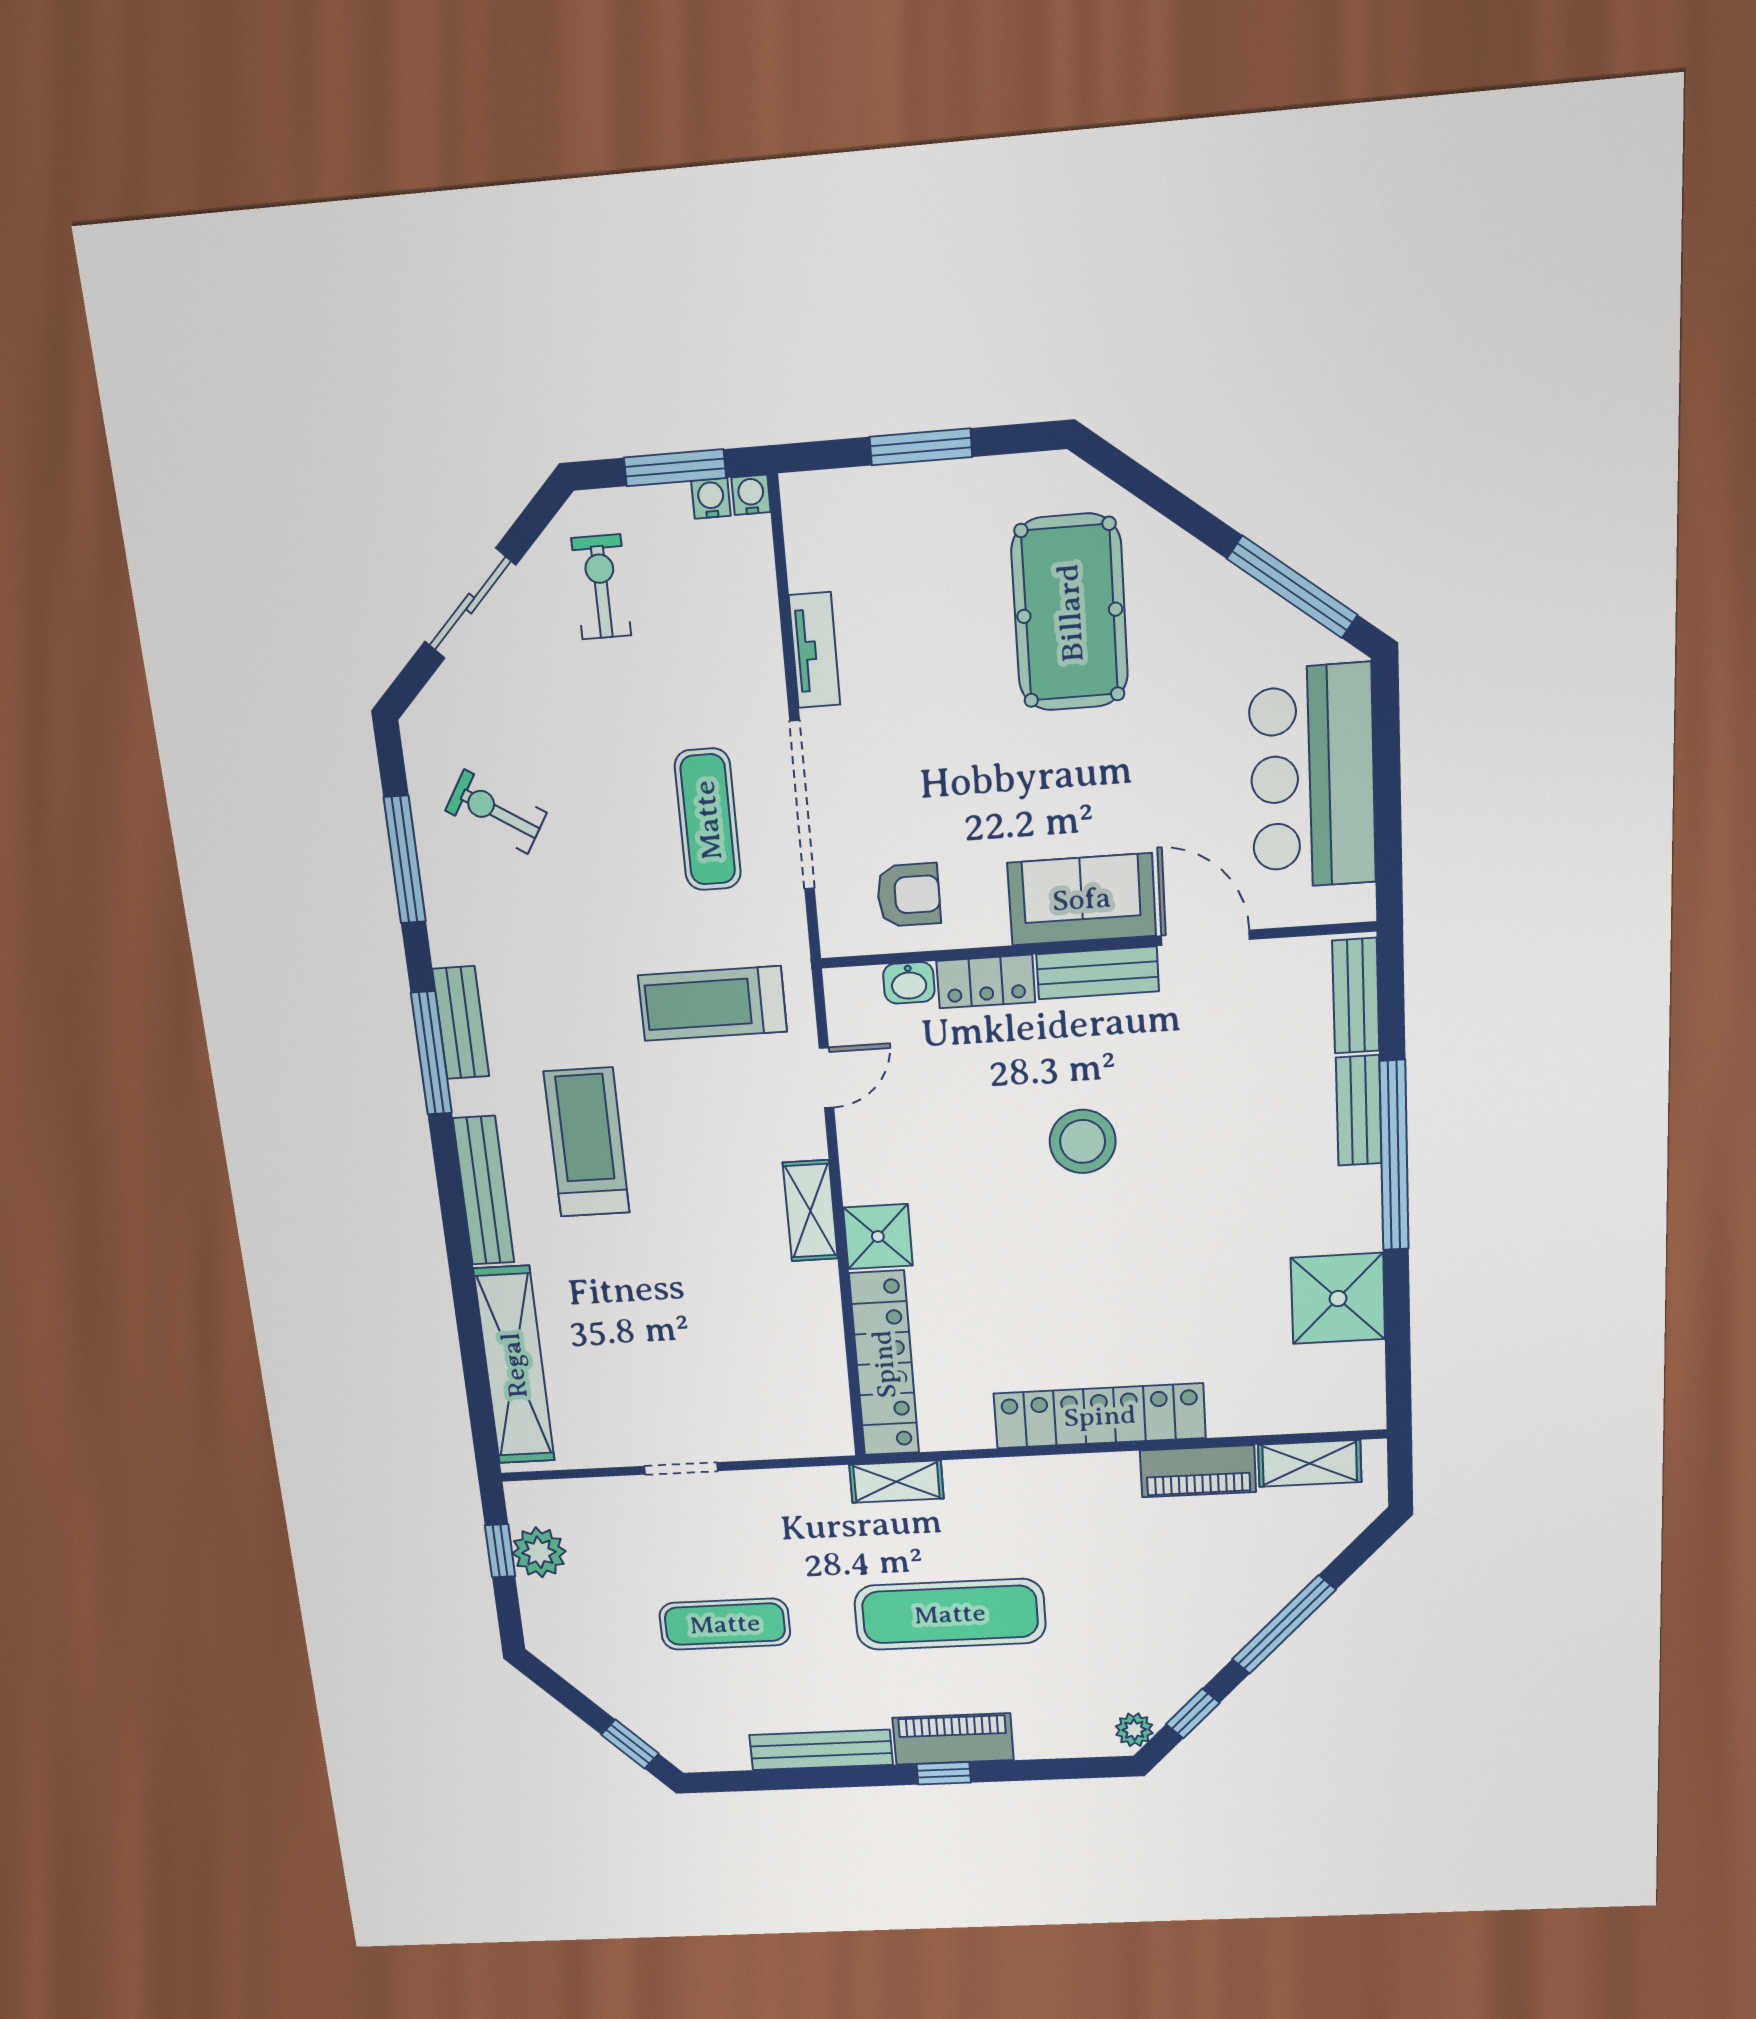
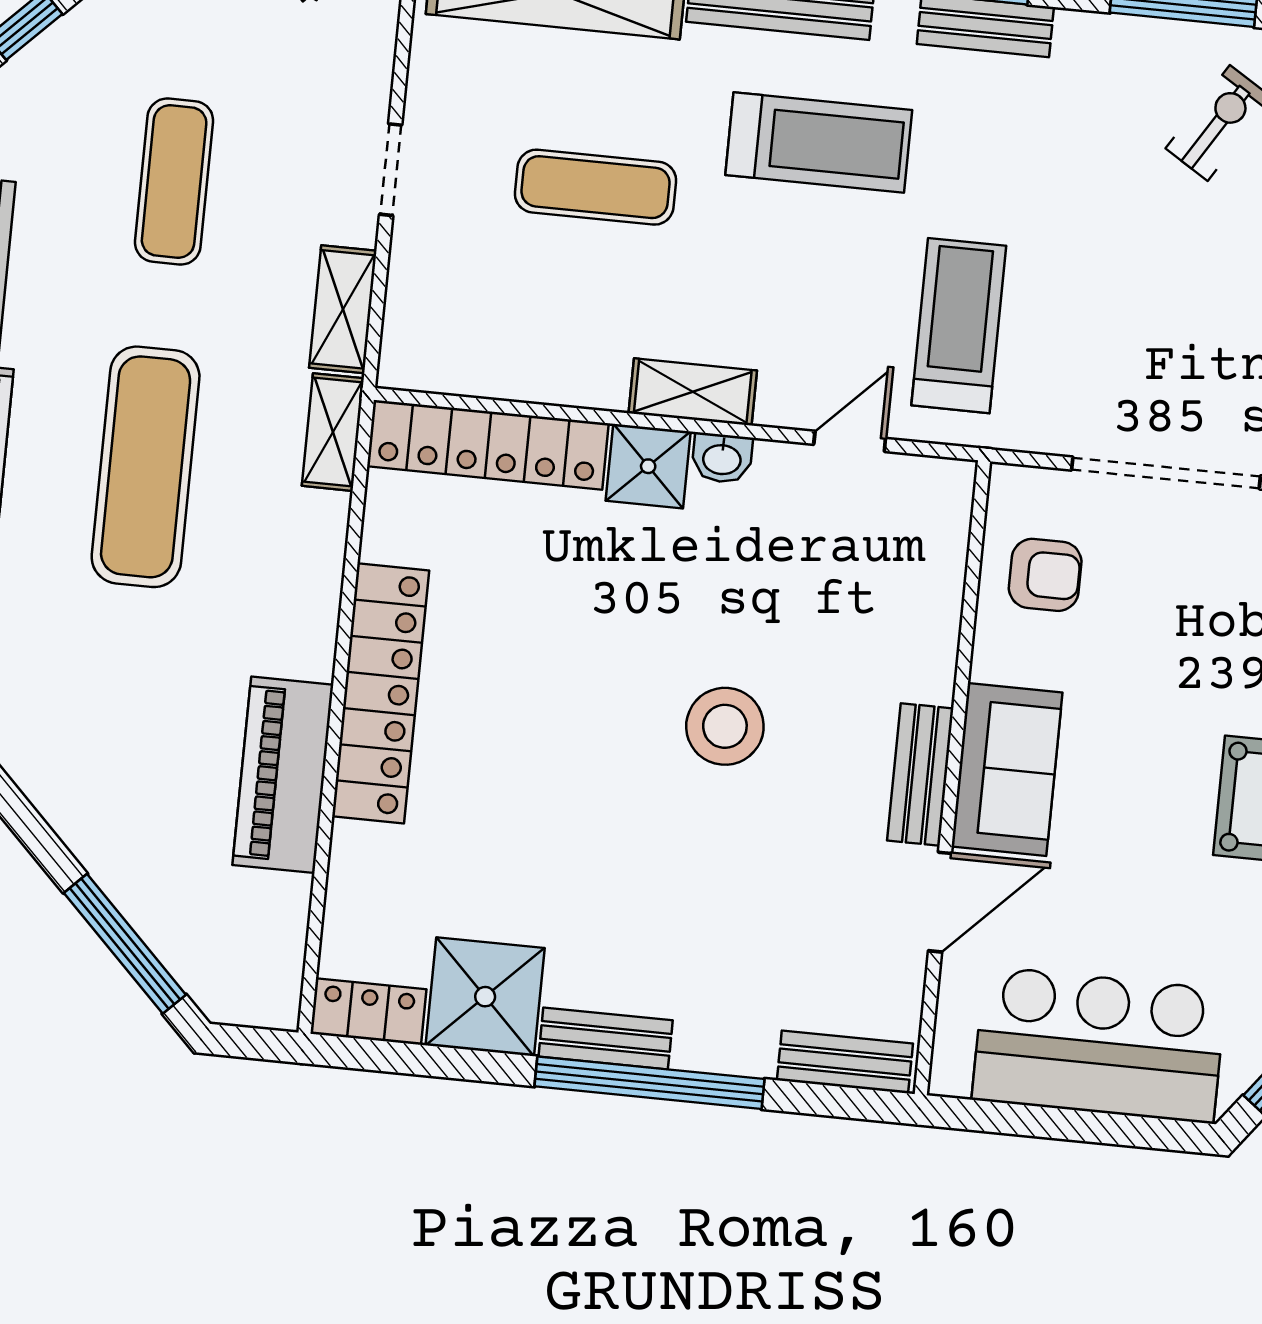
exercise mat: (708, 820) -> (596, 187), moved
armchair: (909, 895) -> (1045, 575), turned -90
locker: (986, 982) -> (368, 1011), moved, turned 90
washbasin: (909, 983) -> (722, 458), moved, turned -90
door: (826, 1078) -> (850, 441), swing flipped
bench: (1359, 1111) -> (606, 1038), moved
shelving: (1310, 1463) -> (343, 309), moved
piano: (1198, 1471) -> (283, 775), width x1.37, depth x1.33
window: (1284, 1625) -> (125, 944), moved

